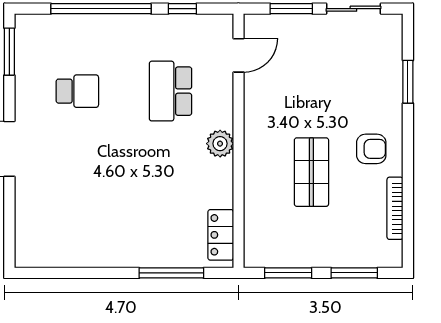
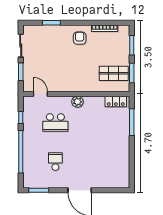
shop shelf: (311, 172) -> (114, 73), moved

